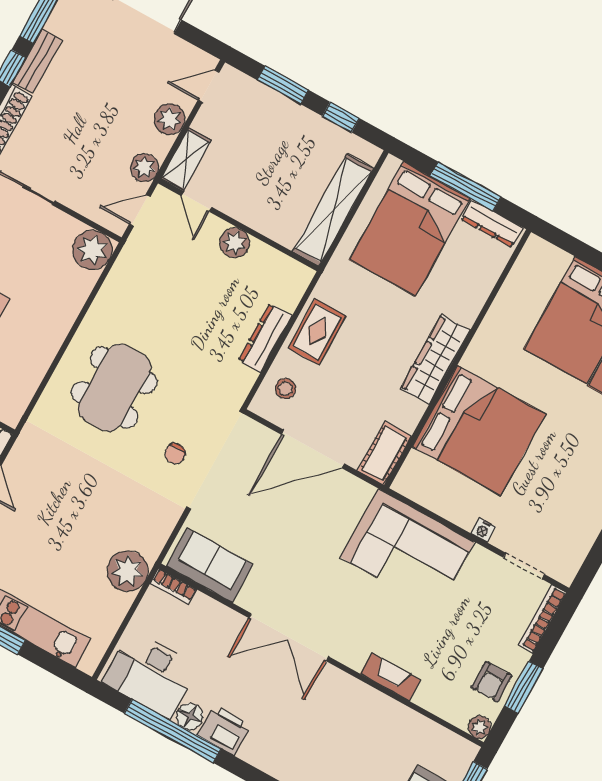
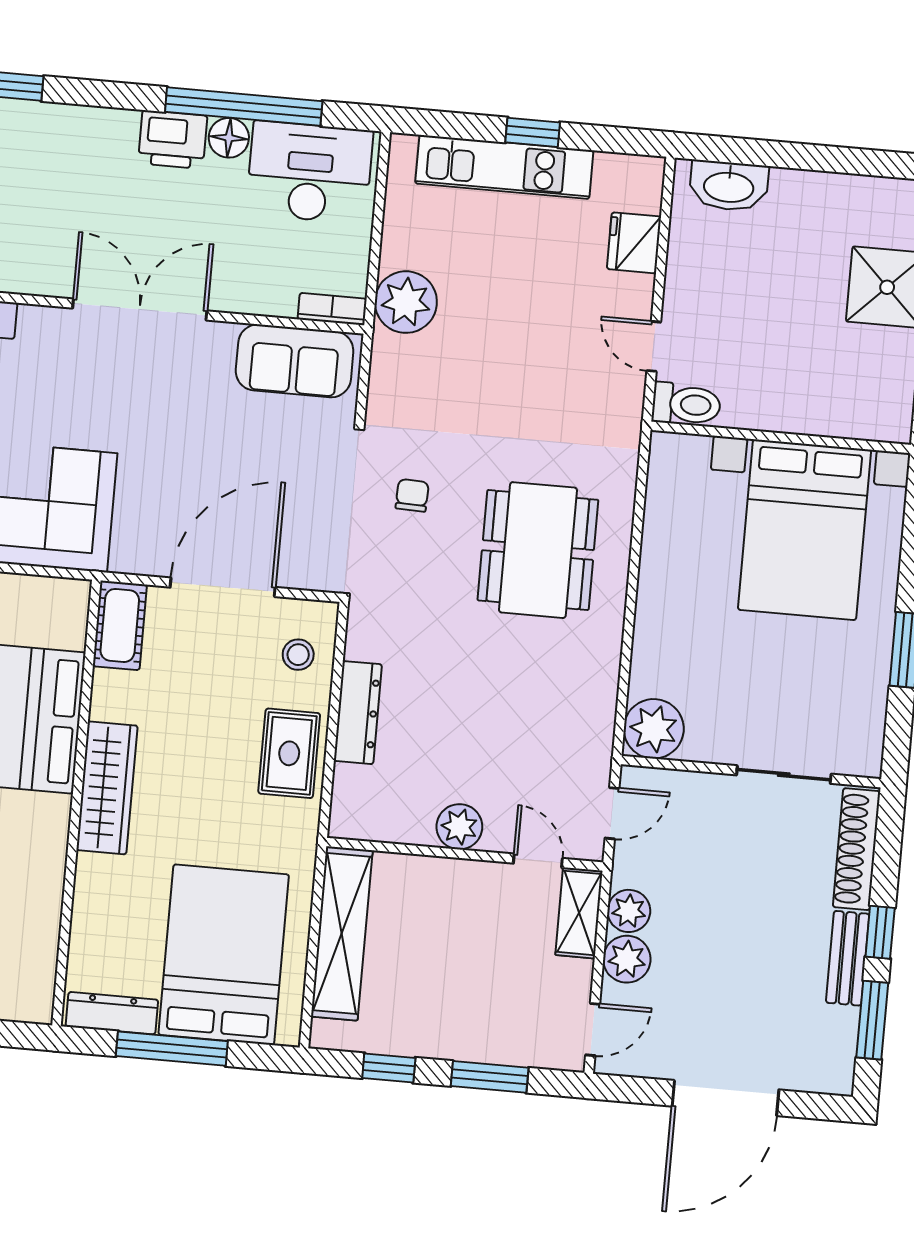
plant: (144, 168) -> (629, 911), moved

